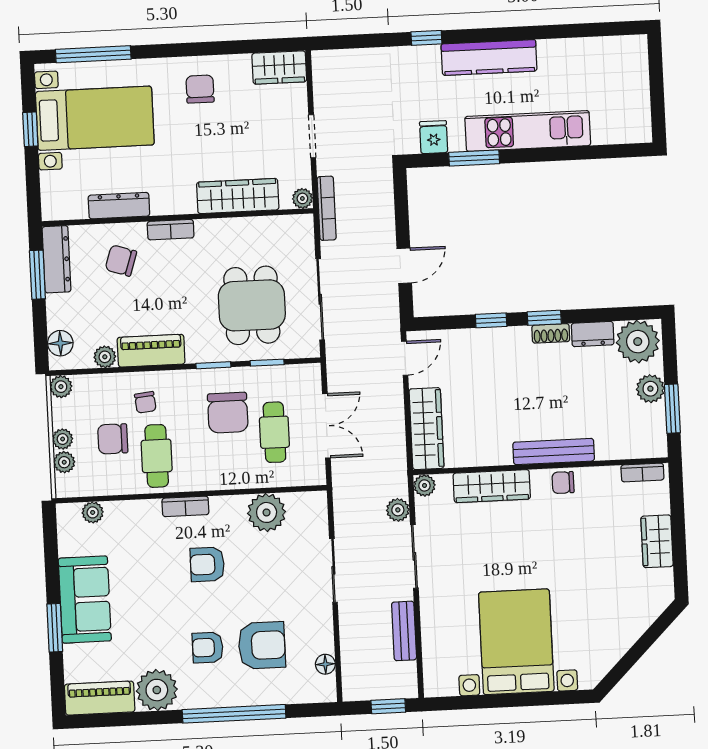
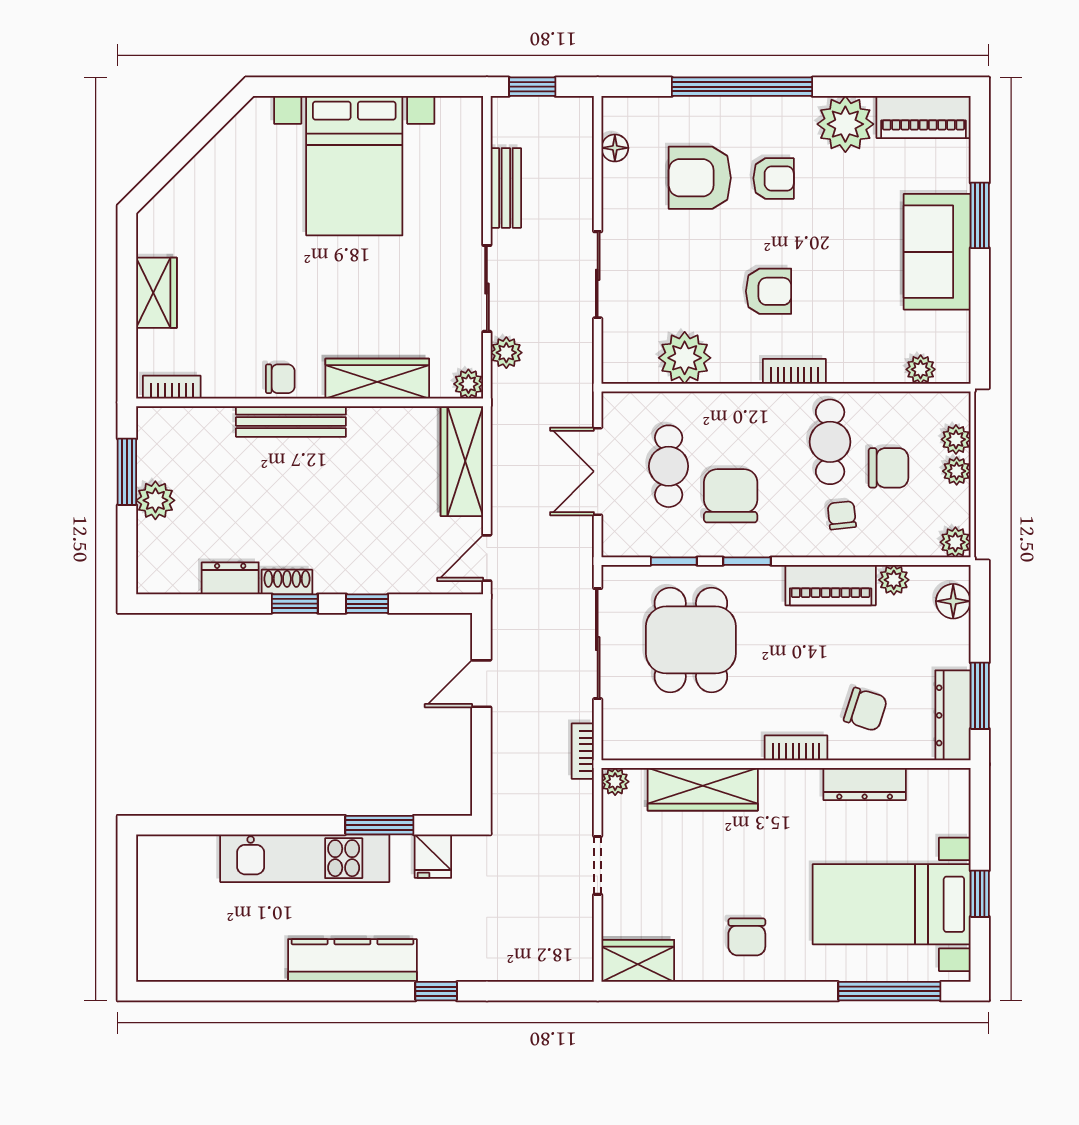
bookcase: (327, 208) -> (583, 751), width x0.64
plant: (638, 342) -> (169, 565), removed

